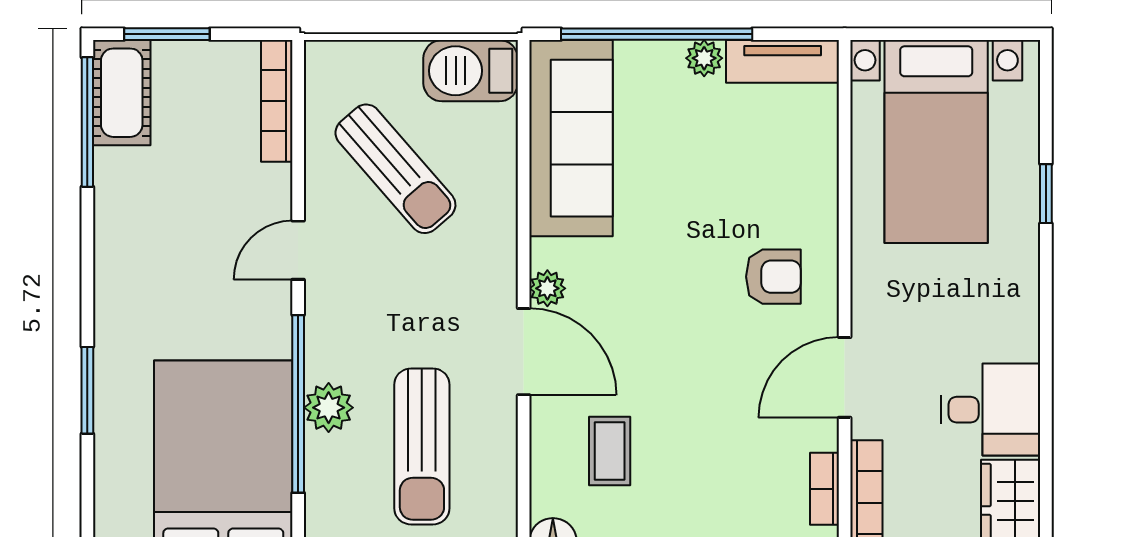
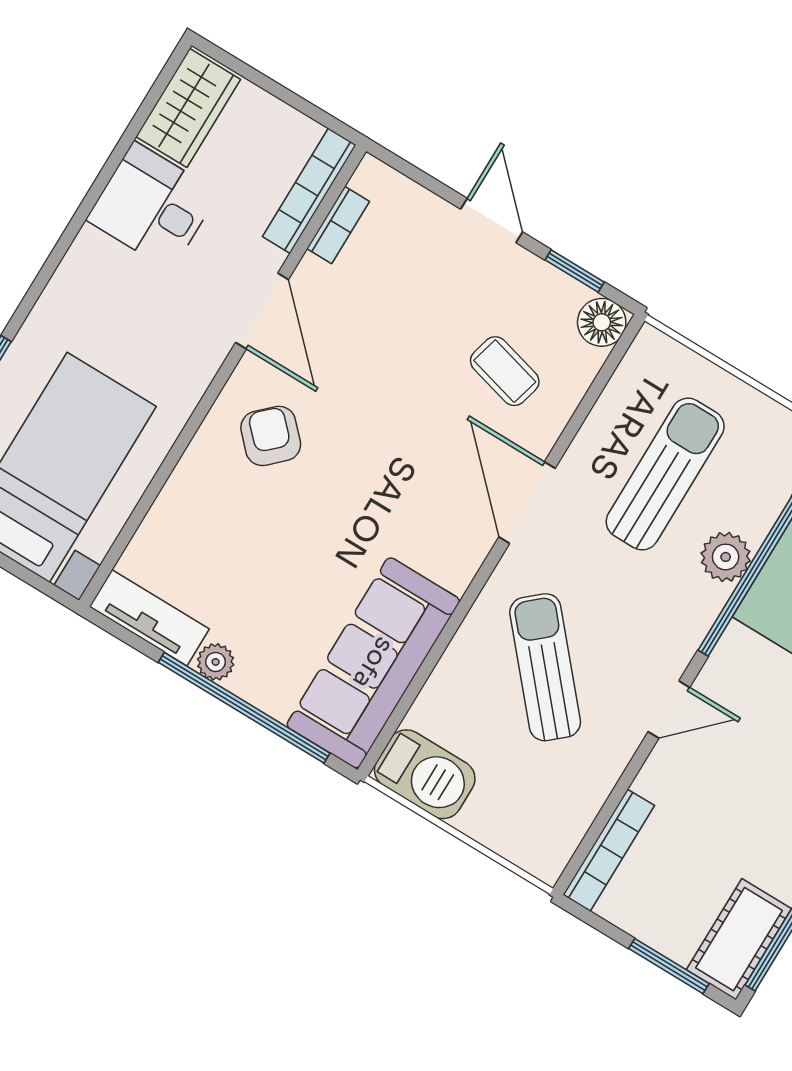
sun lounger: (395, 169) -> (545, 667), moved
armchair: (773, 277) -> (271, 436), turned 46
plant: (547, 288) -> (473, 545), removed
door: (845, 377) -> (262, 311), hinge flipped
coffee table: (610, 451) -> (505, 371), turned -75

